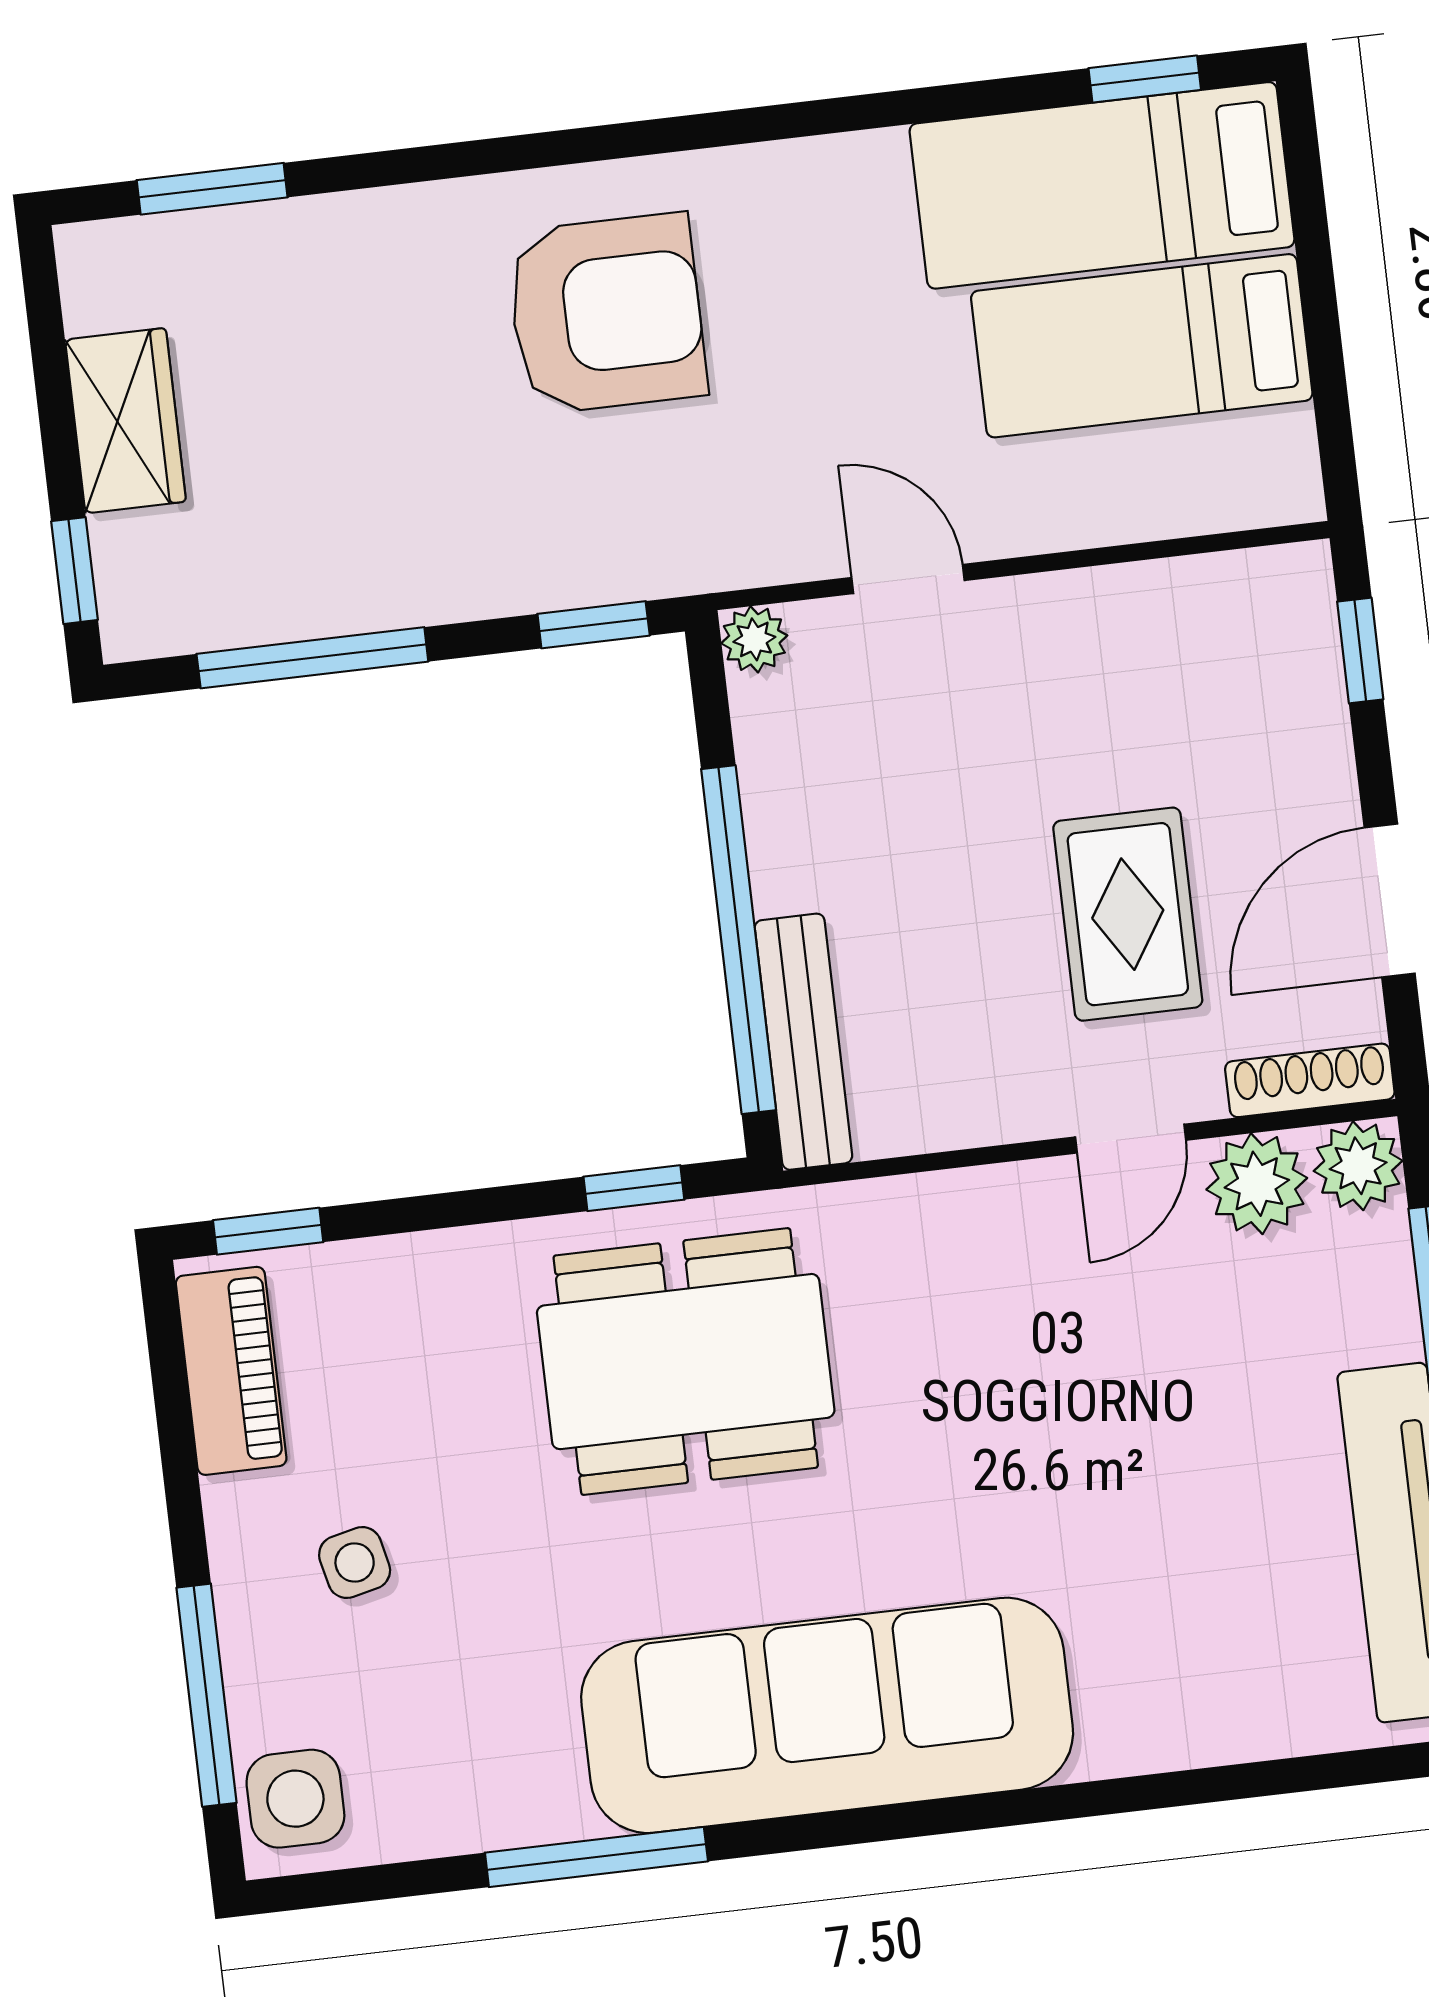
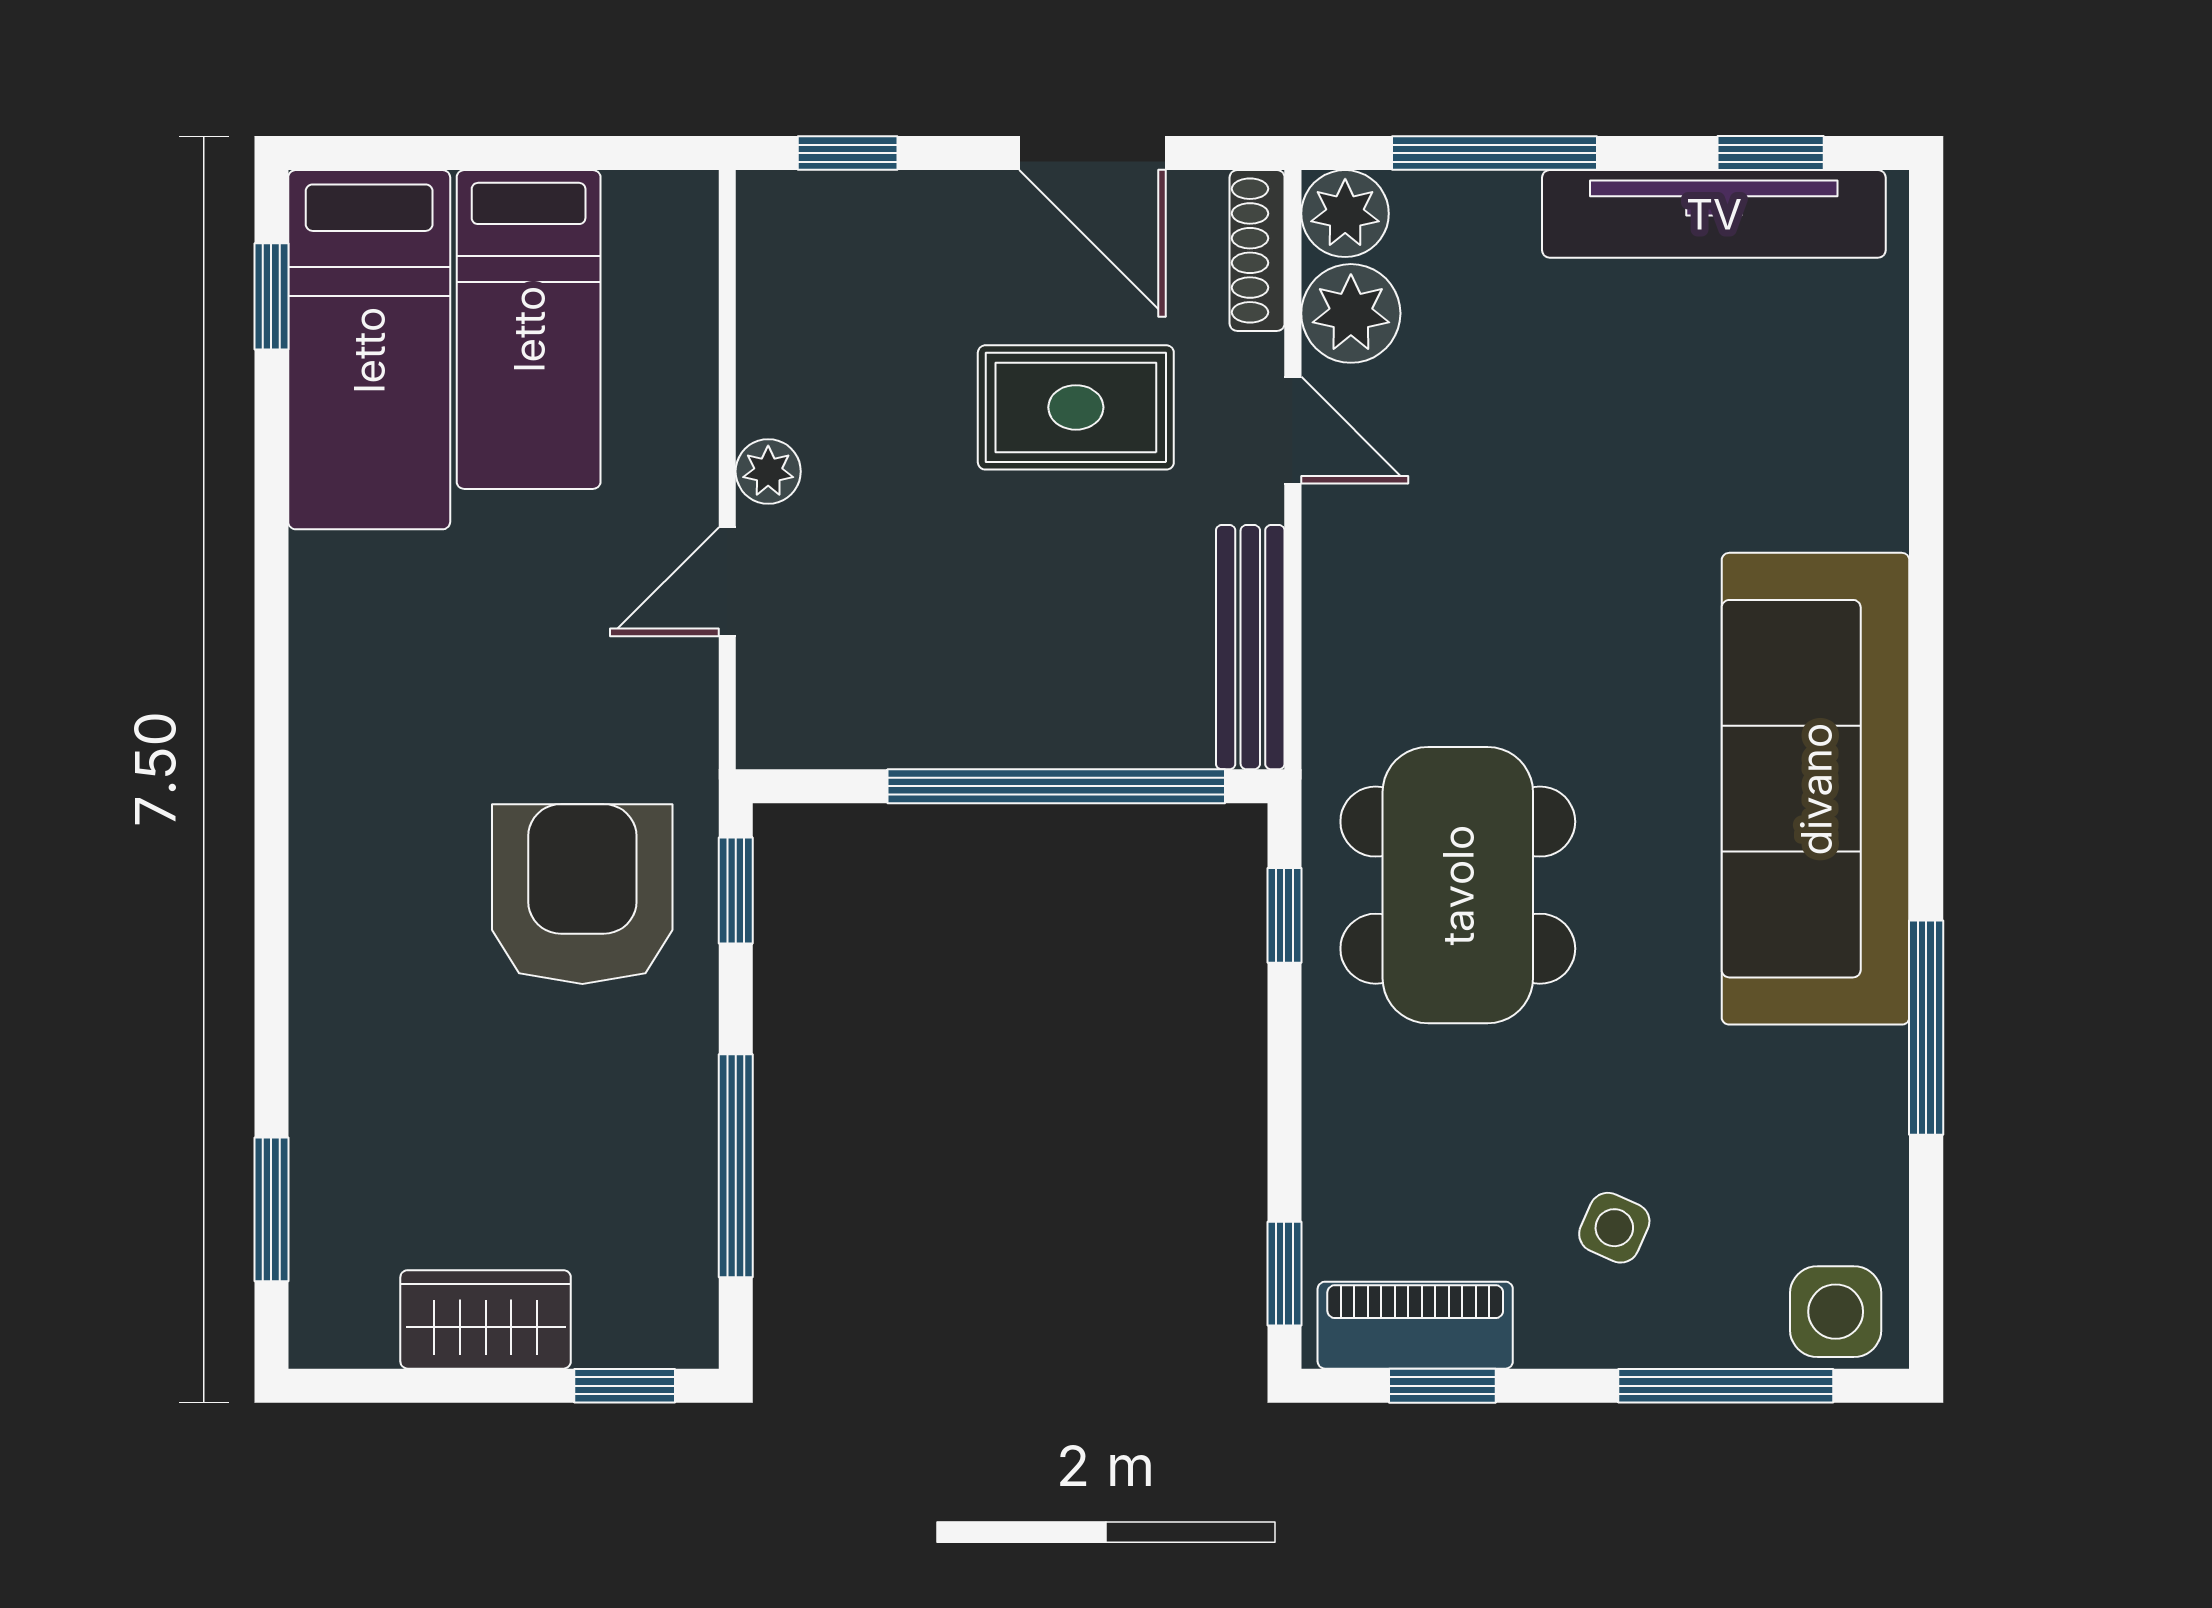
armchair: (606, 314) -> (582, 894), moved
plant: (754, 639) -> (768, 471), moved
bench: (803, 1042) -> (1250, 647), moved, turned 90
window: (173, 1406) -> (1442, 1386), added
side table: (355, 1563) -> (1614, 1228), turned 37

